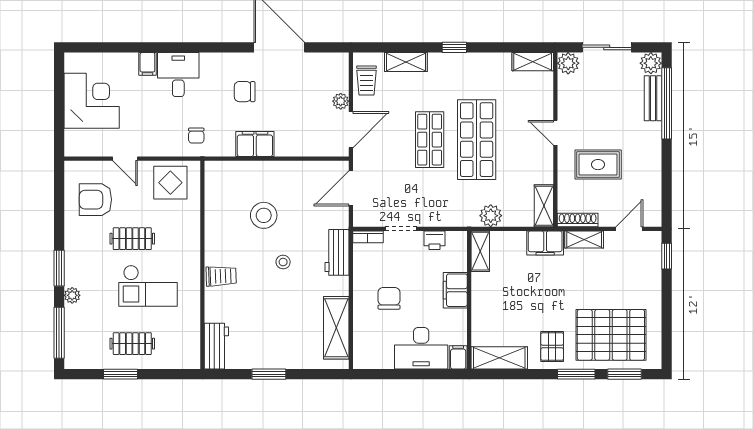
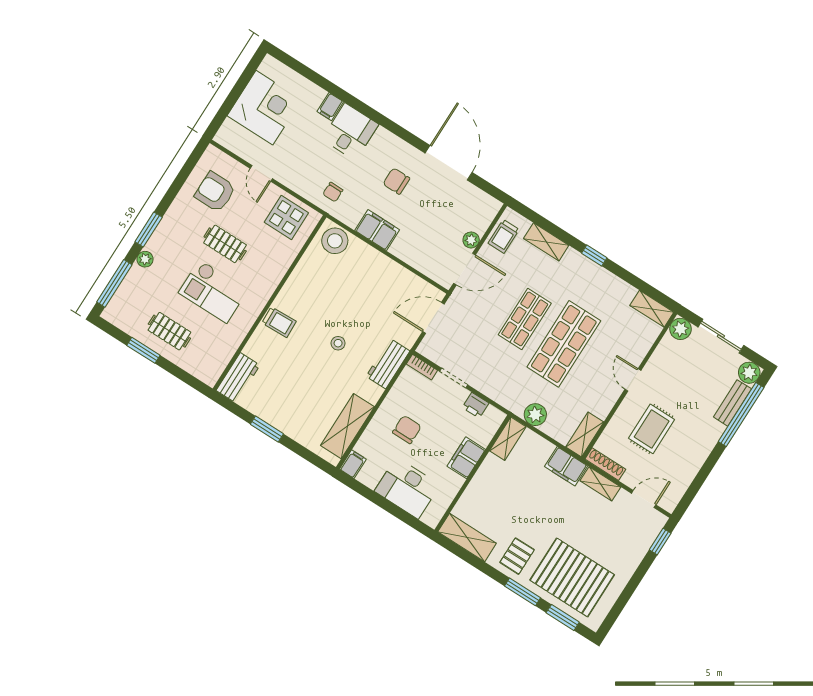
rug: (598, 165) -> (652, 429), turned 90
stool: (264, 215) -> (335, 241), moved
filing cabinet: (458, 357) -> (353, 464), moved

